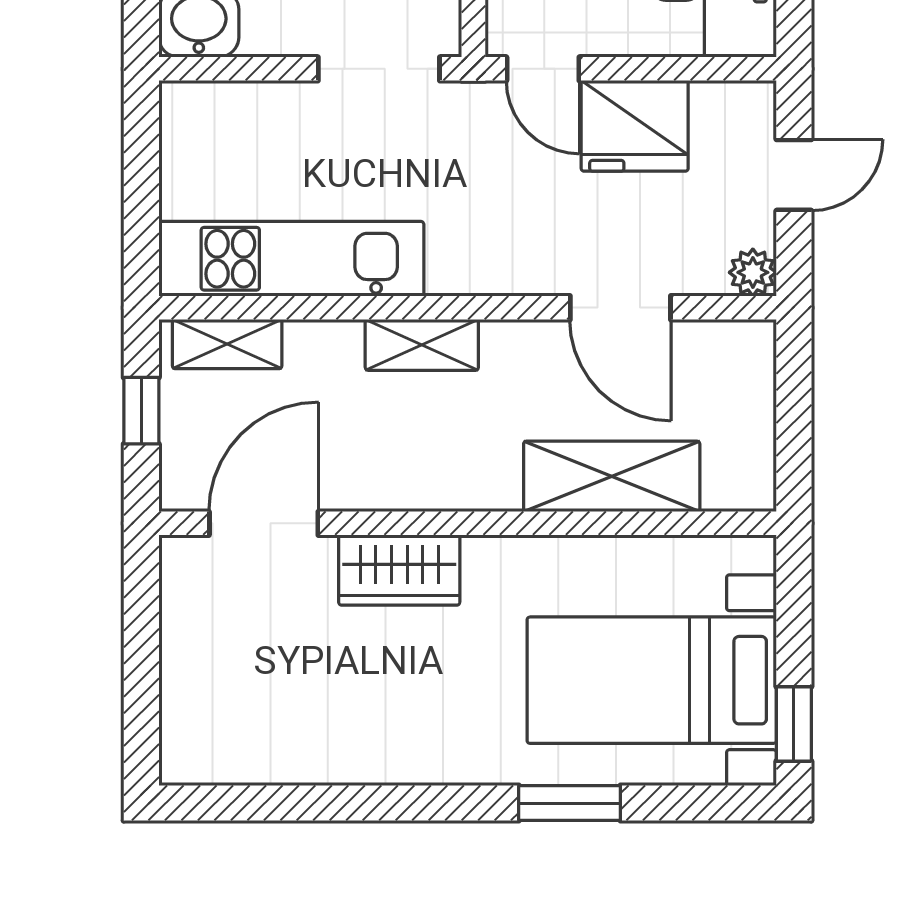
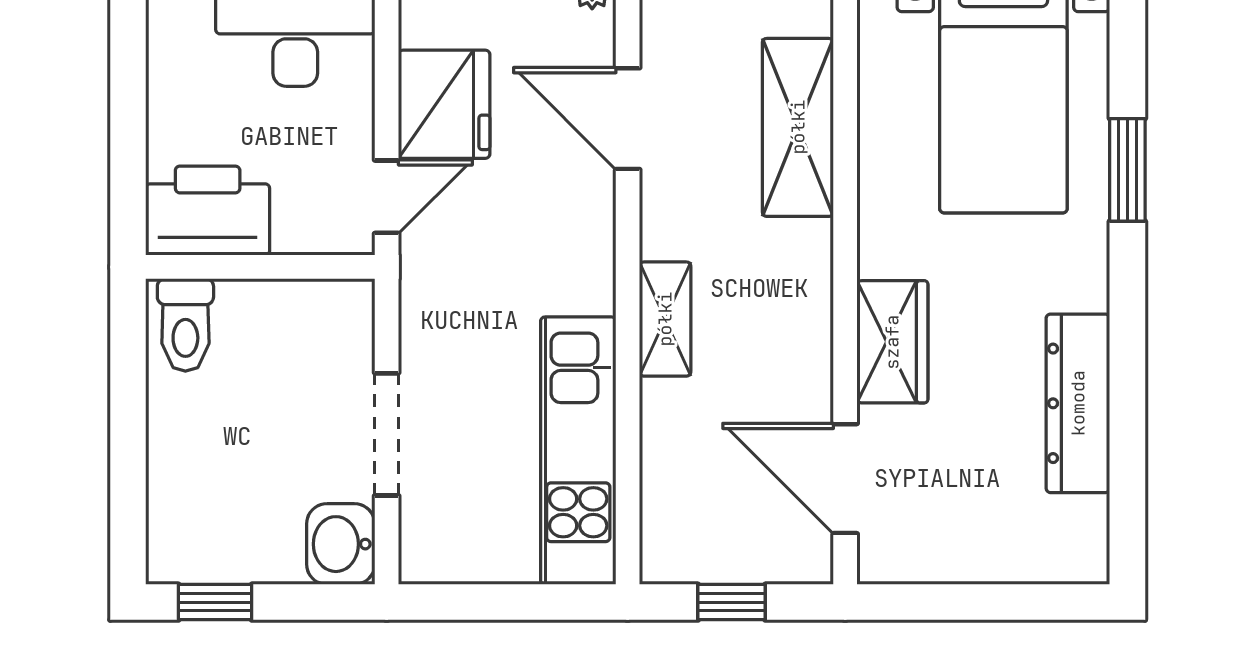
doorway: (379, 69) -> (387, 434), moved
door: (620, 308) -> (628, 119), swing flipped
shelving: (227, 344) -> (664, 515), removed
dresser: (338, 754) -> (1078, 403), added

